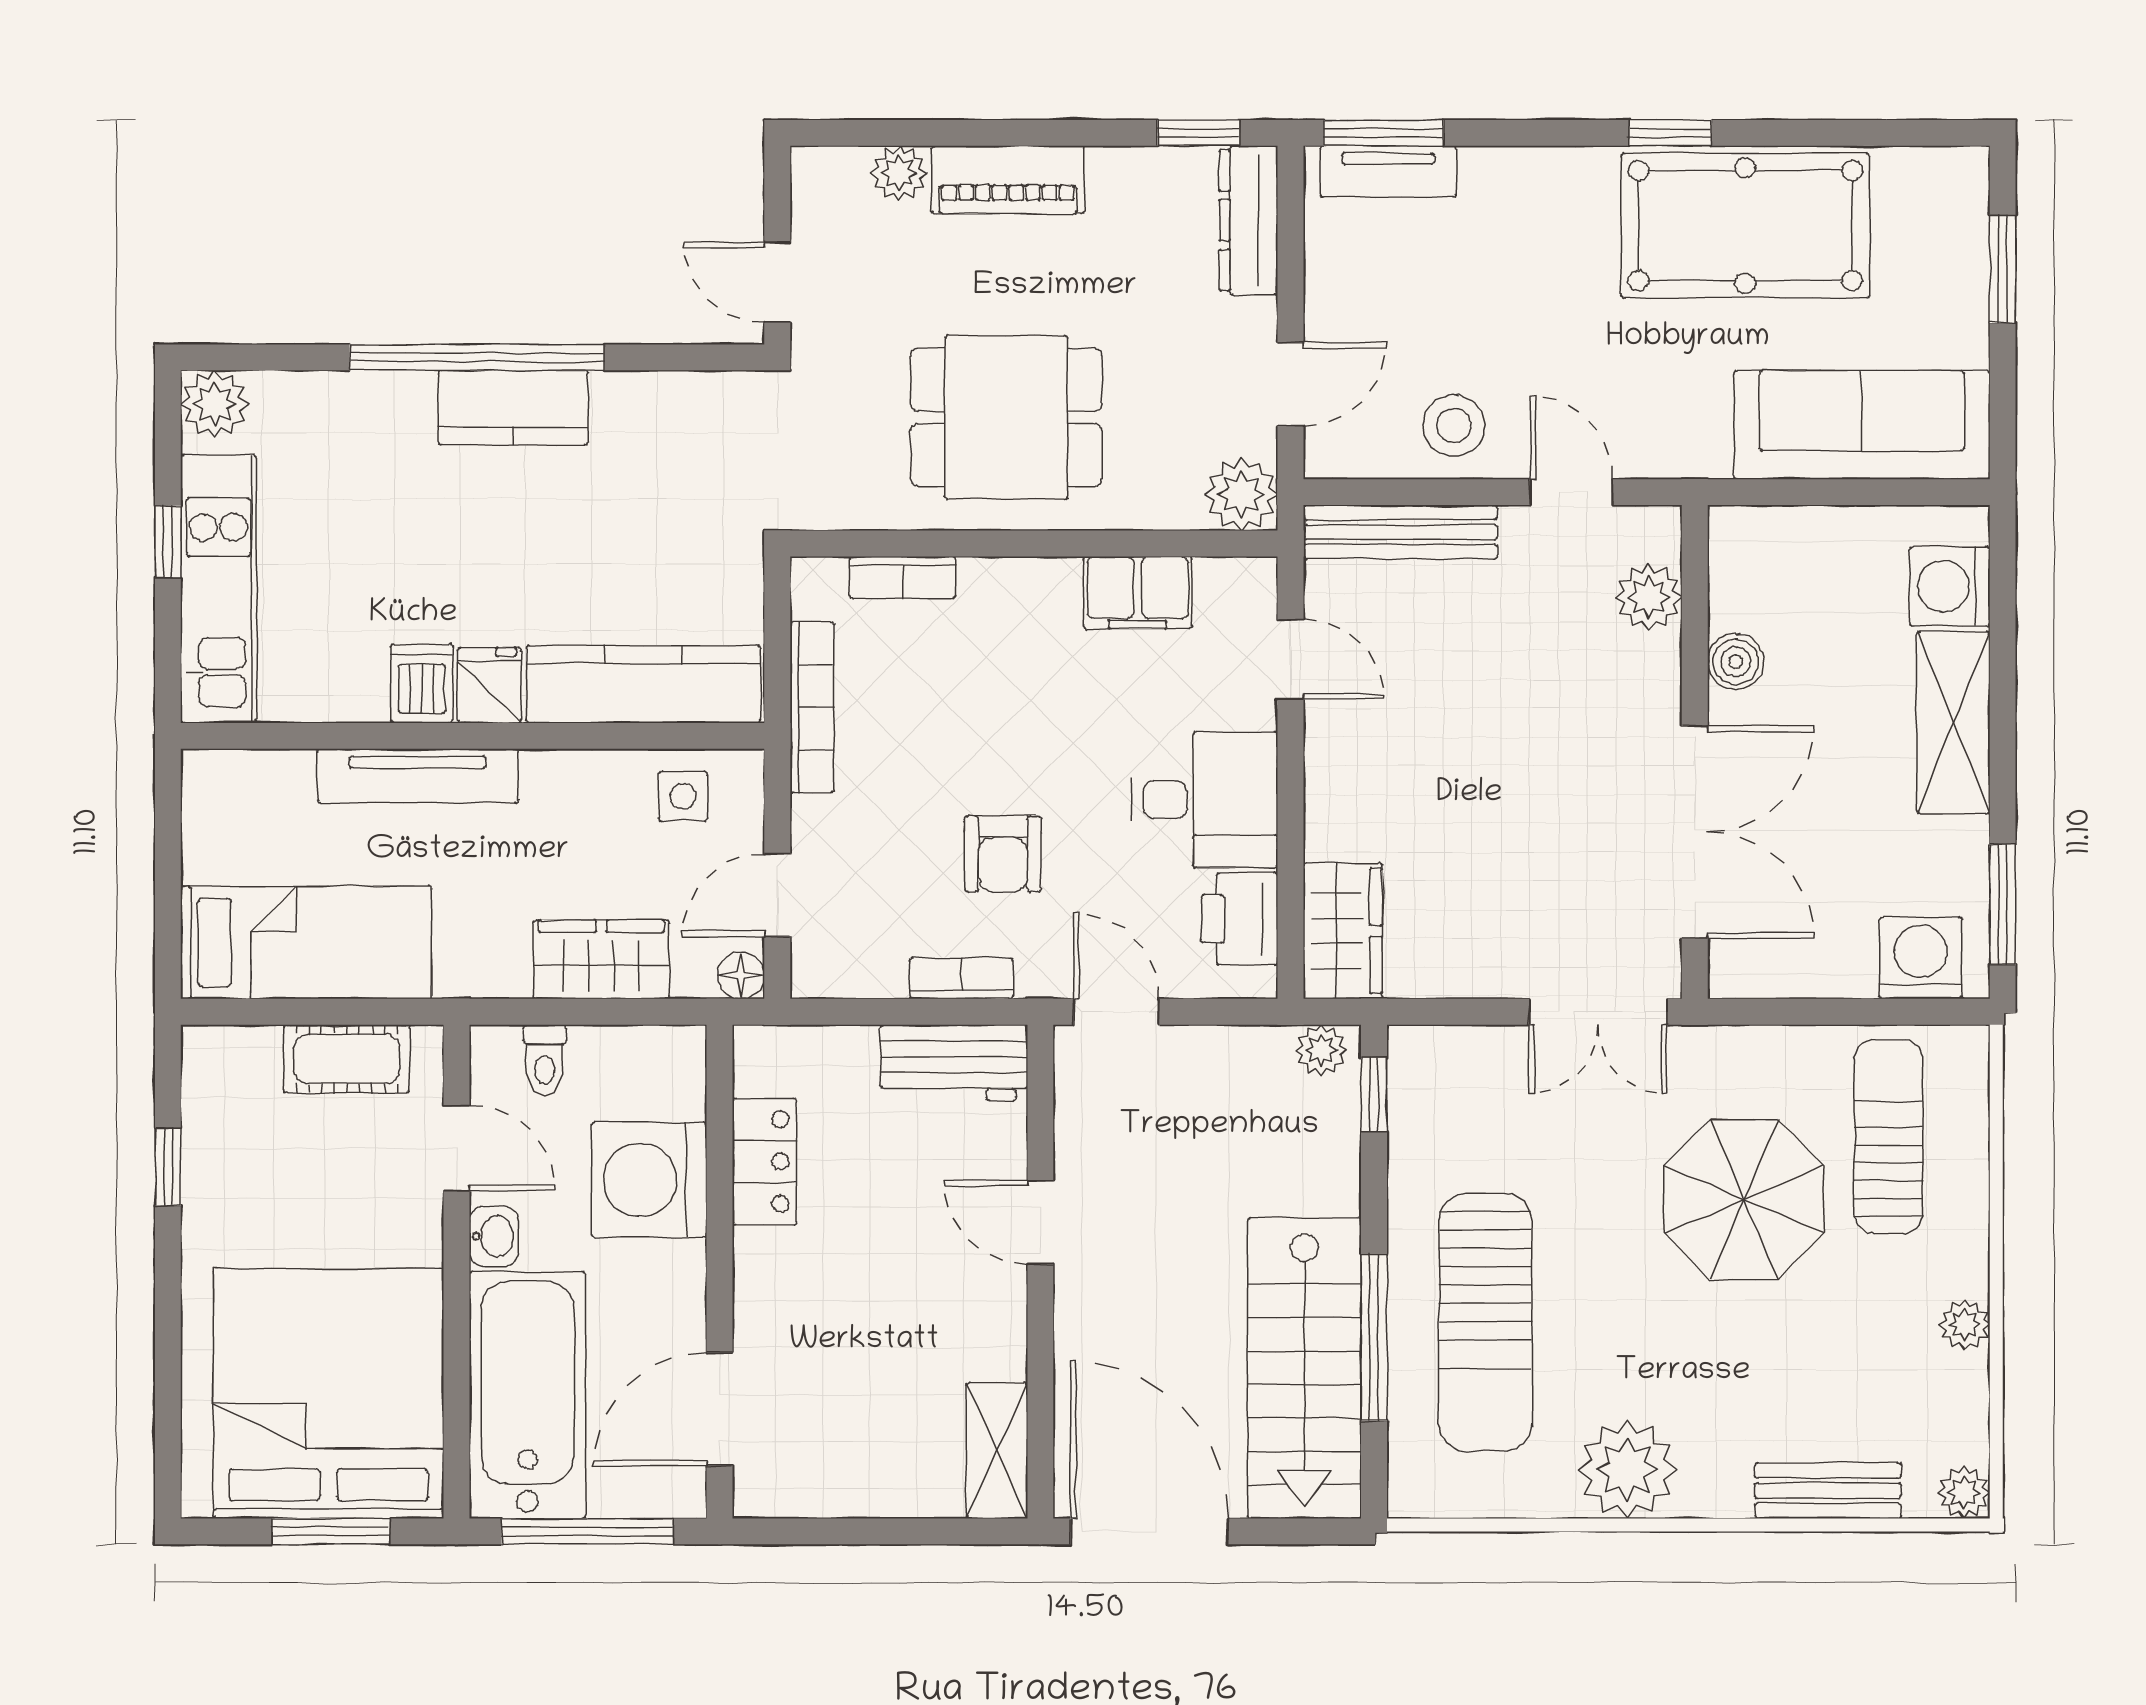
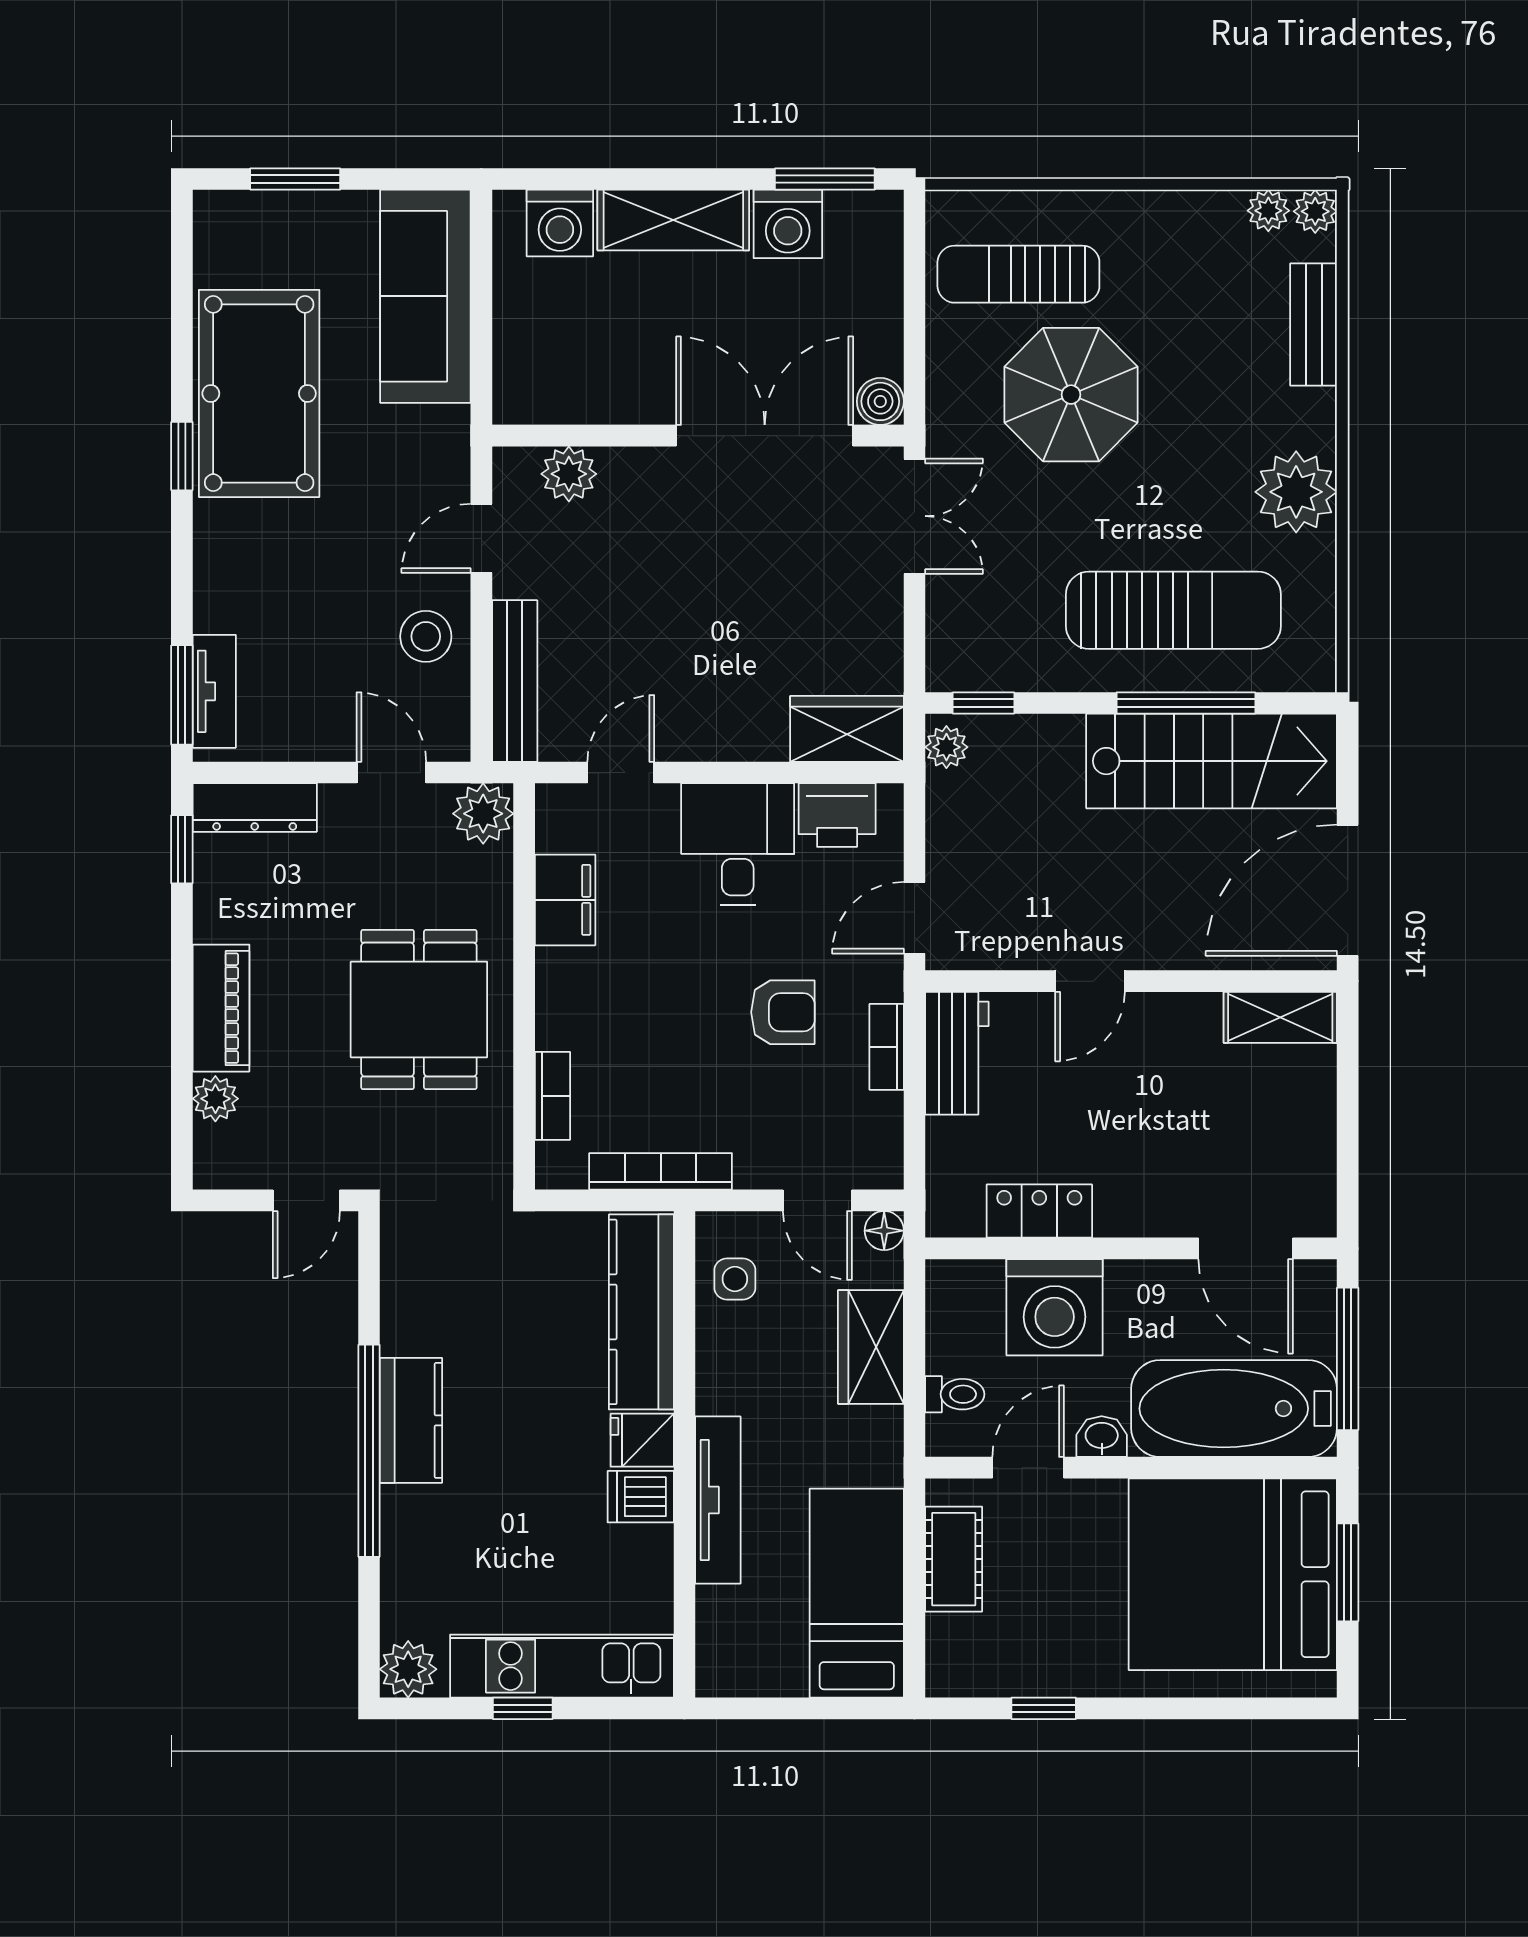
boiler: (1736, 662) -> (880, 401), moved
washing machine: (1921, 958) -> (788, 224), moved, turned -90
plant: (1965, 1325) -> (1268, 211), moved

